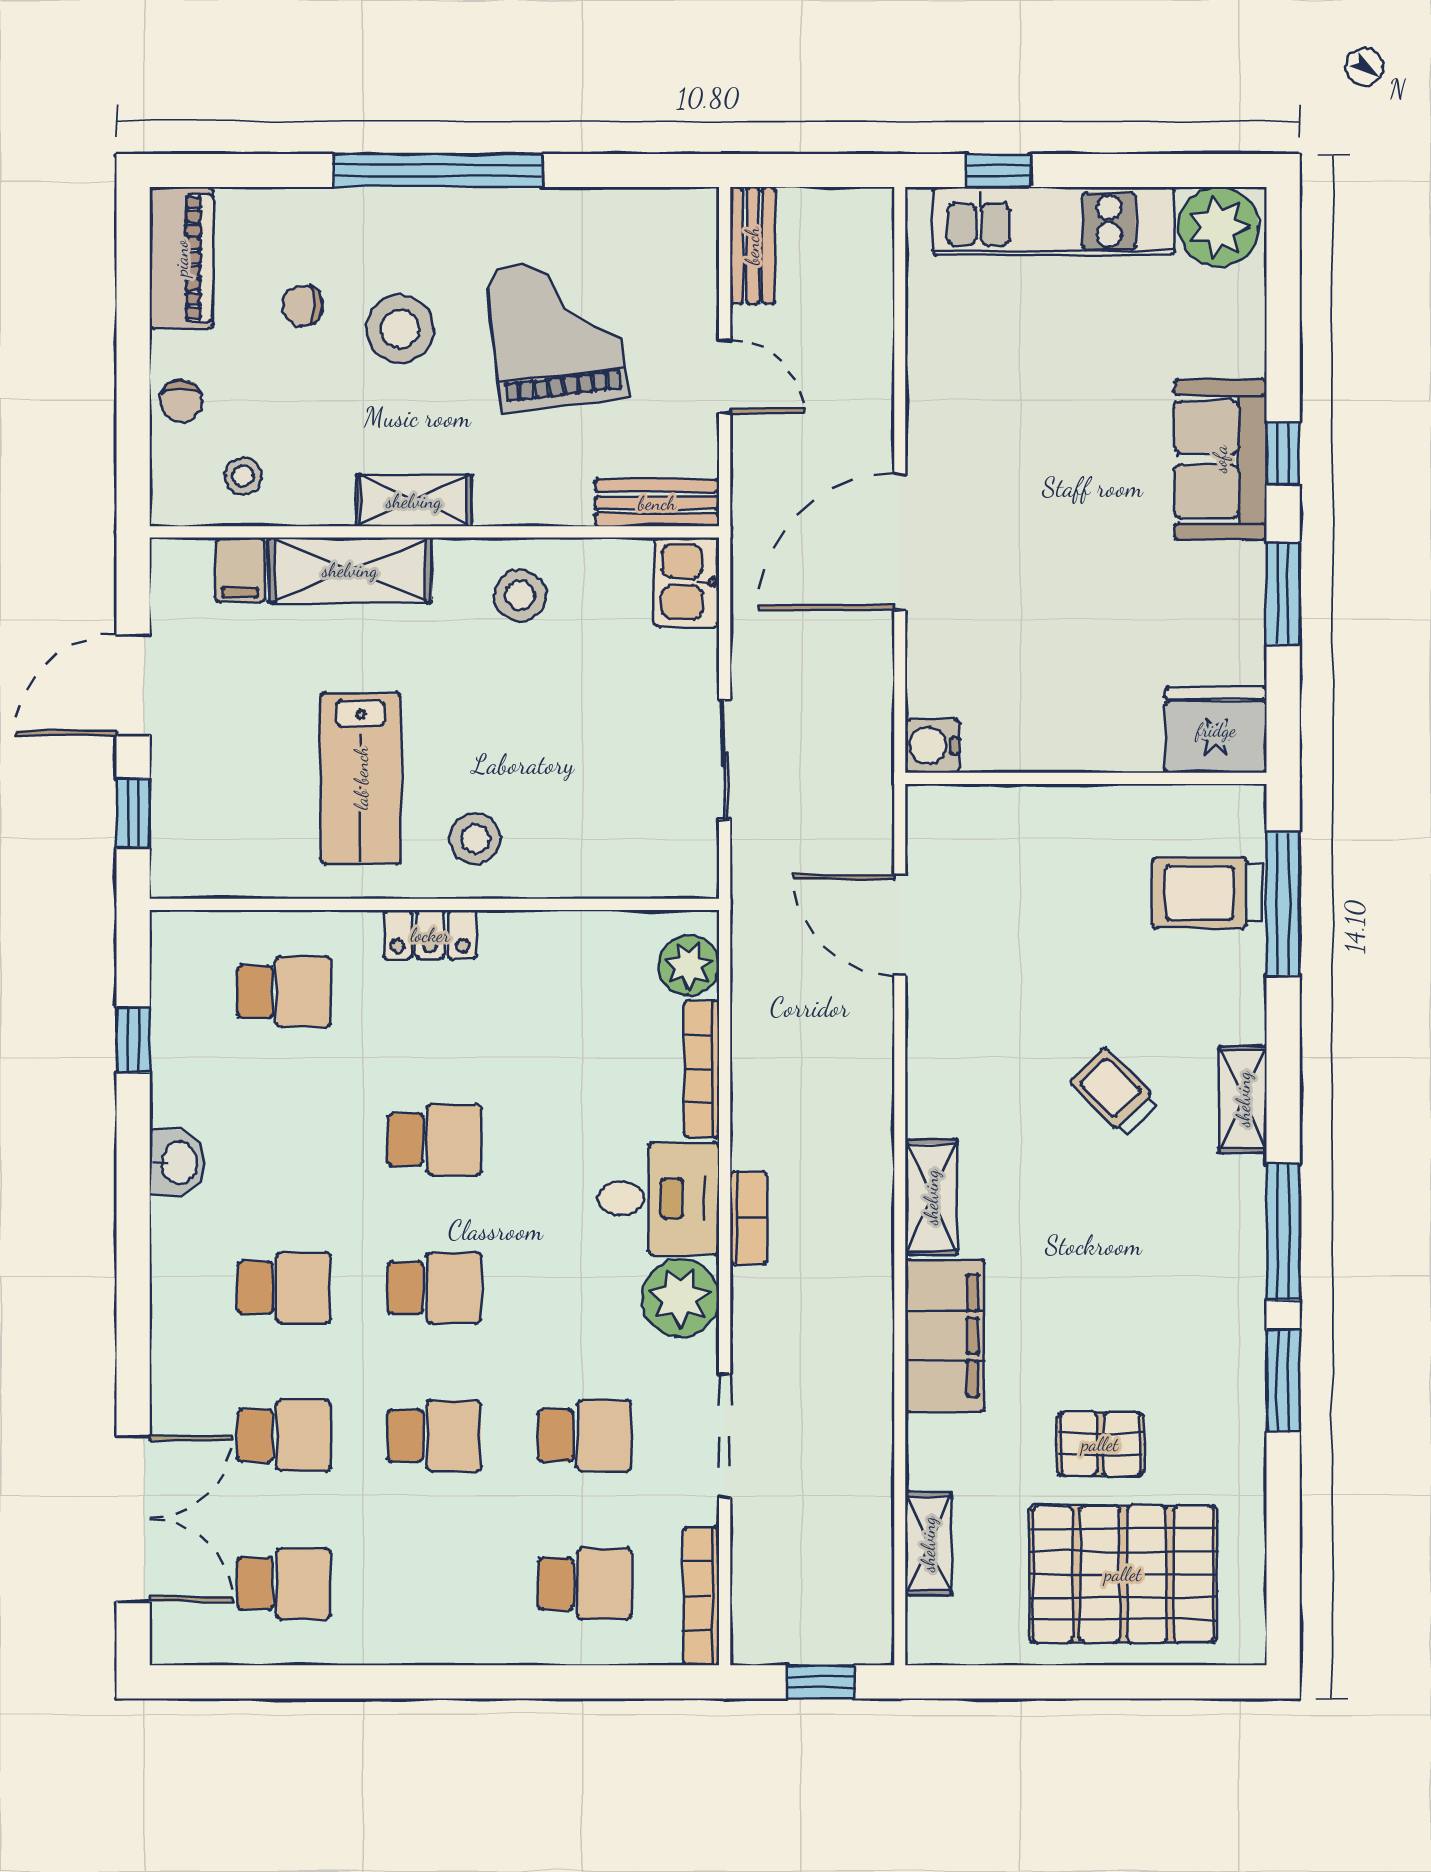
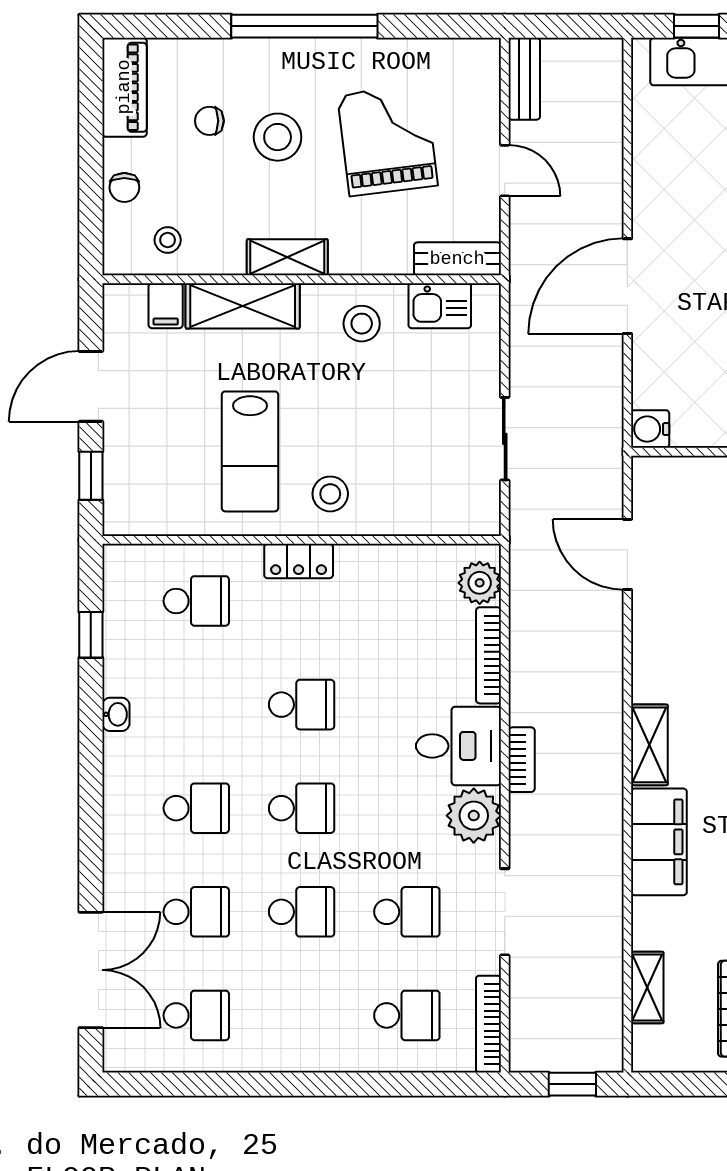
kitchen sink: (687, 582) -> (440, 306), moved, turned -90
washbasin: (178, 1163) -> (116, 714), width x0.72, depth x0.69

